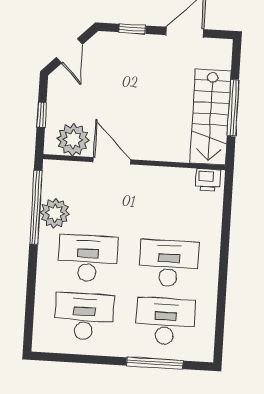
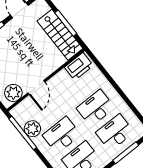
door: (112, 161) -> (36, 87), swing flipped
printer: (208, 180) -> (79, 66), width x1.87, depth x1.48

